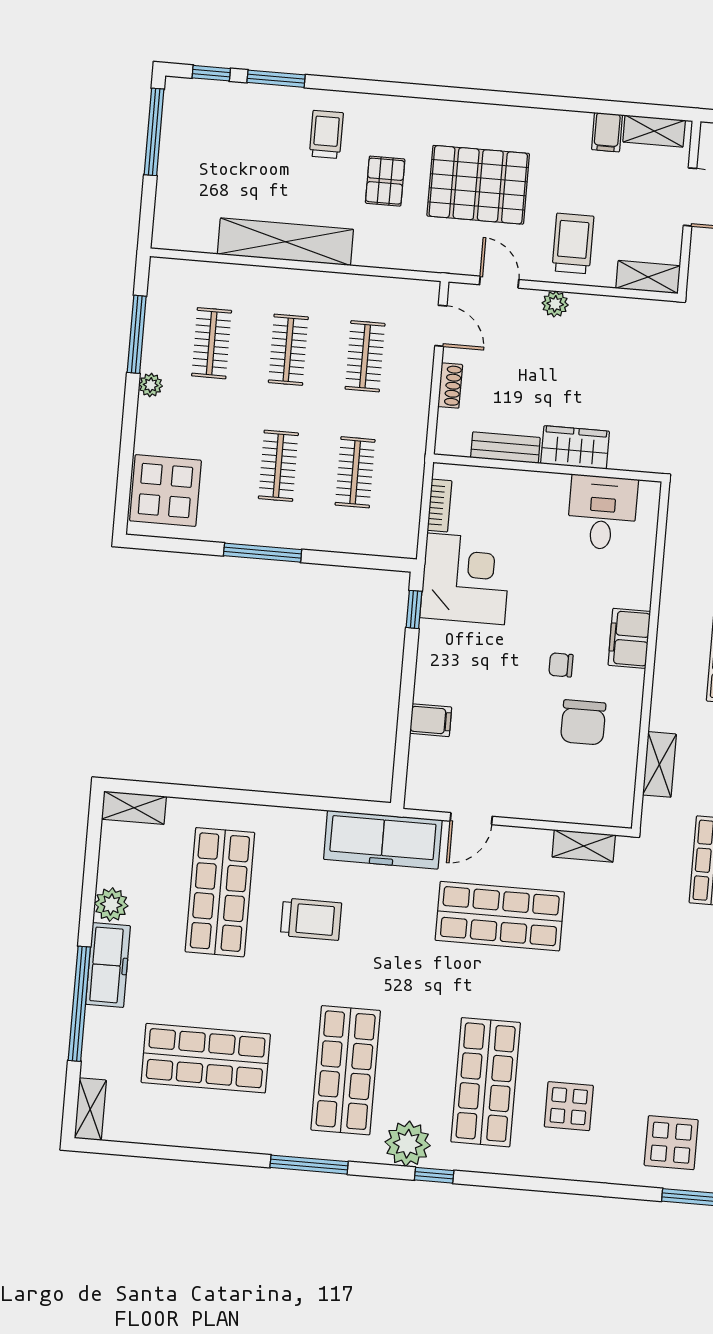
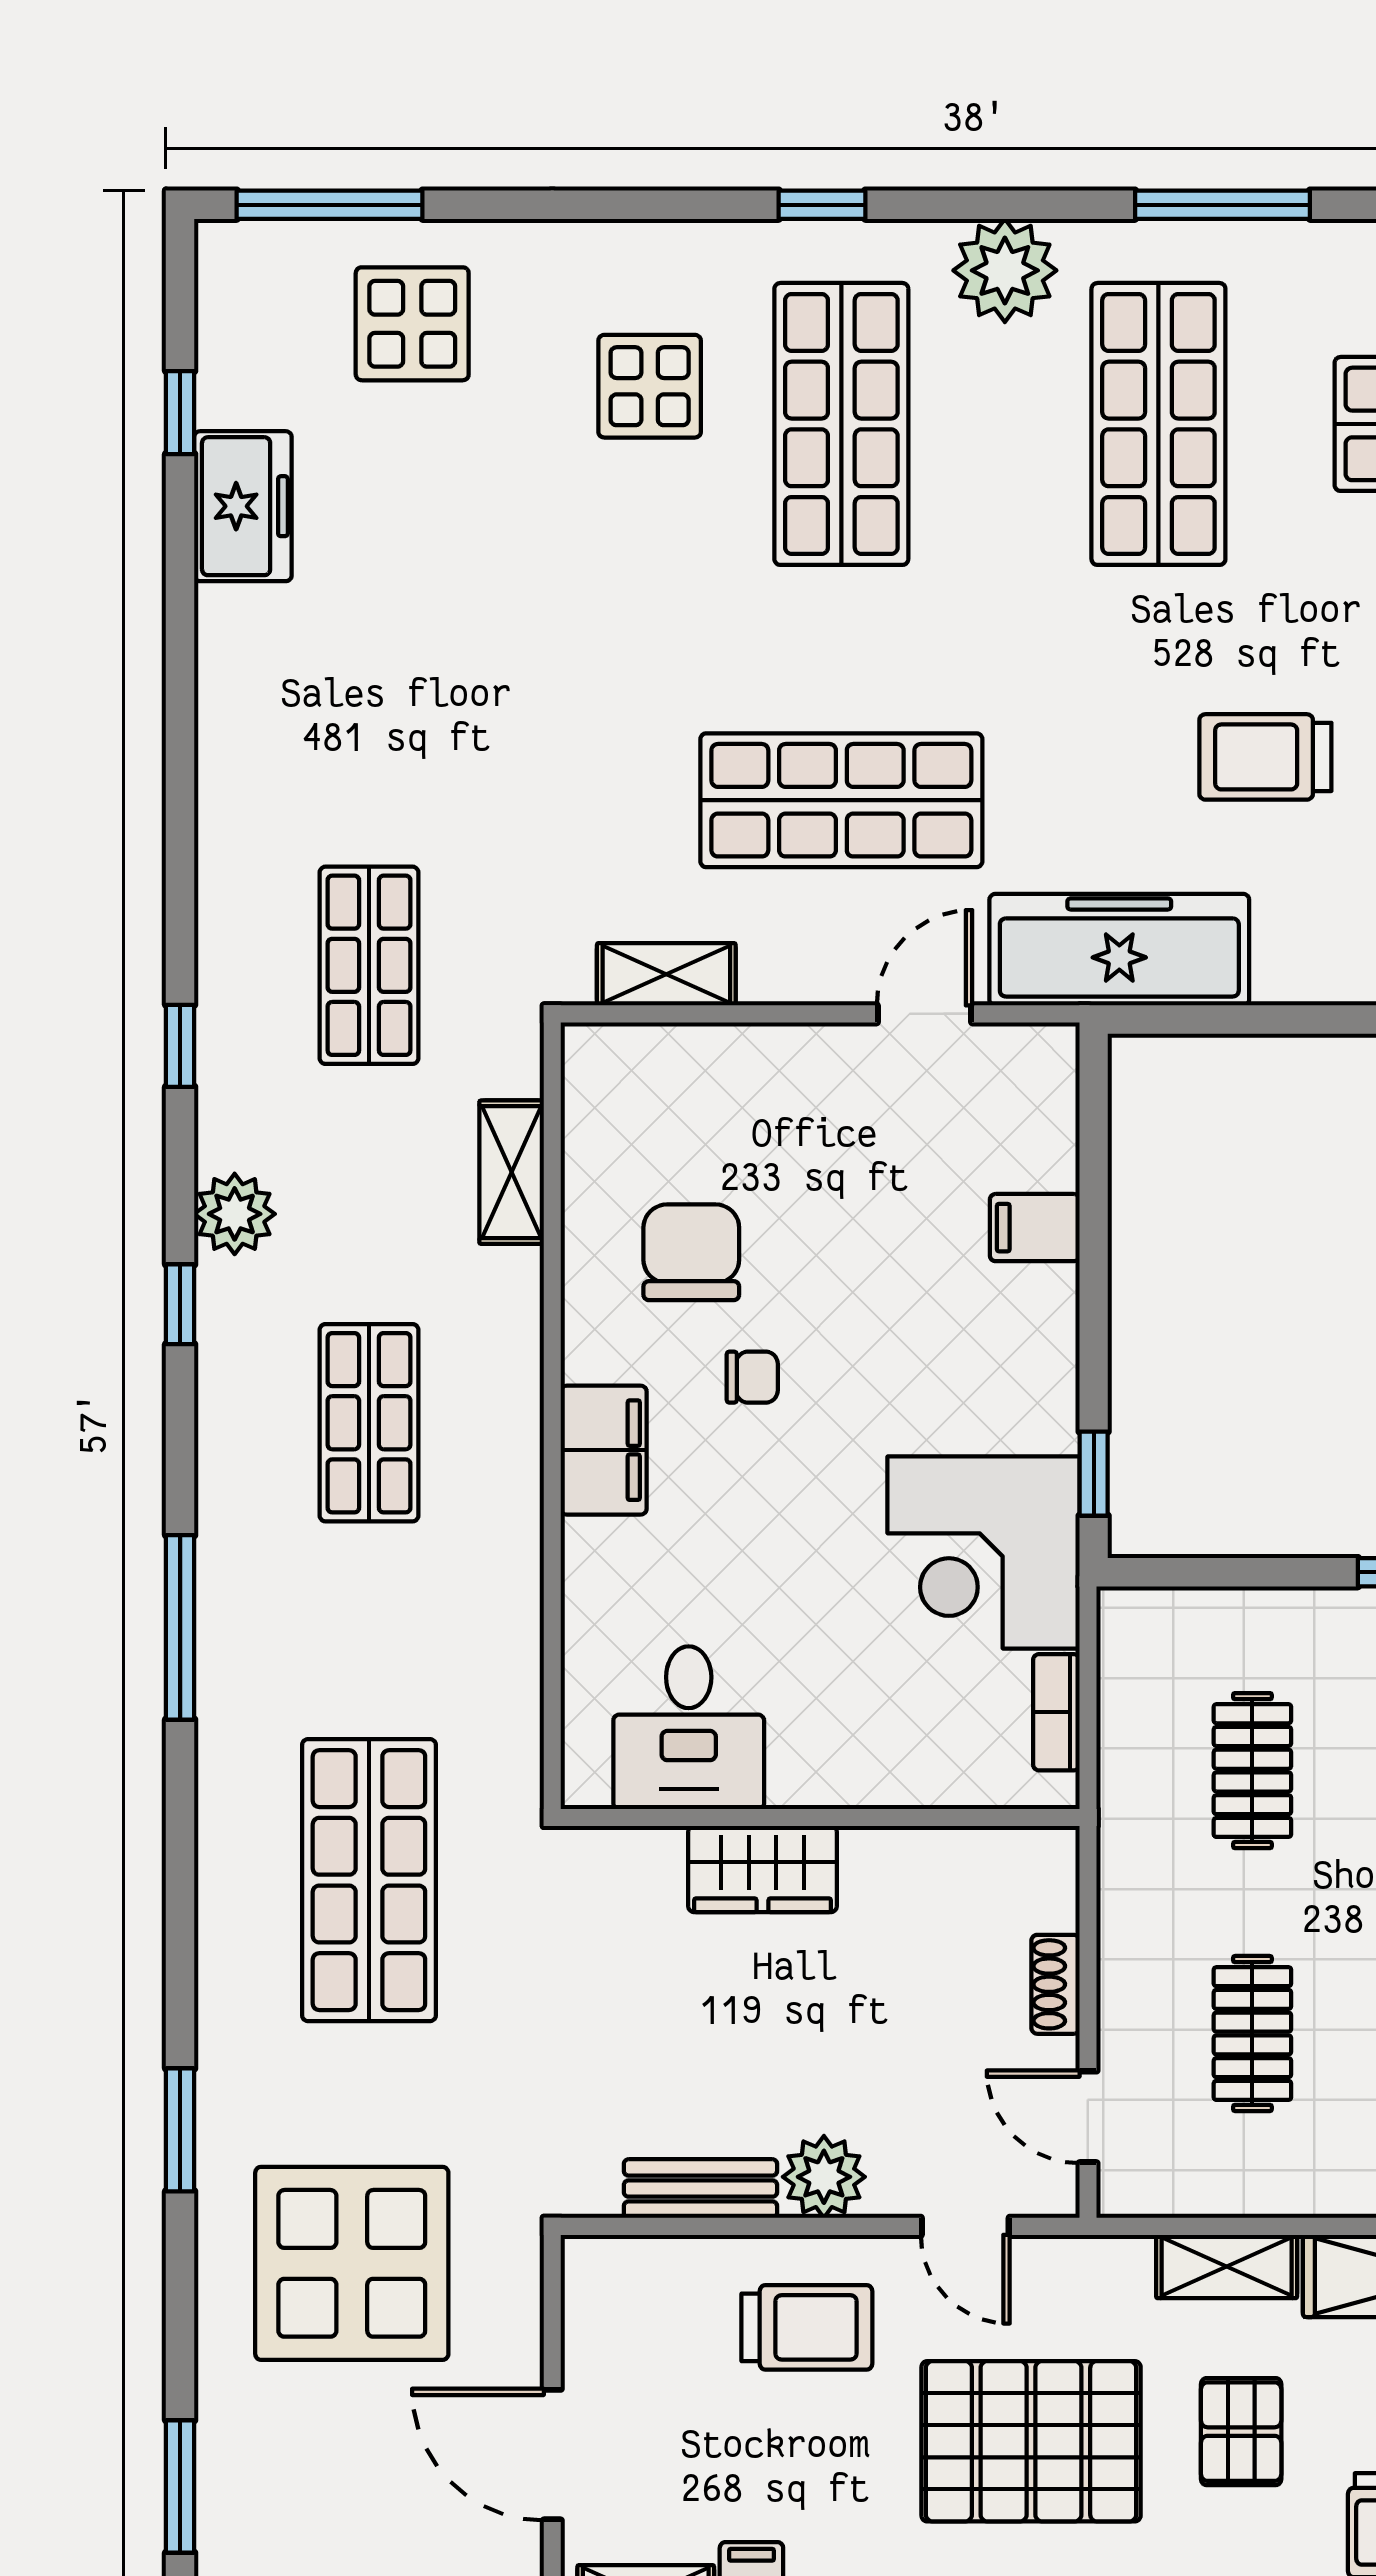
trolley: (573, 243) -> (807, 2327), turned -90
shelving: (648, 277) -> (1227, 2267), moved
plant: (555, 304) -> (824, 2177), width x1.38, depth x1.38
bench: (505, 448) -> (700, 2189), moved
window: (434, 1175) -> (822, 205), moved

